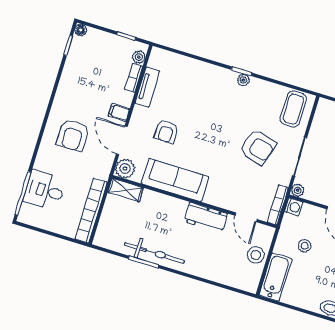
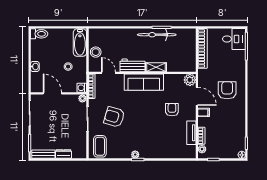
sofa: (175, 180) -> (144, 82), moved
desk: (45, 190) -> (234, 39), moved
shelving: (126, 190) -> (156, 67), moved

